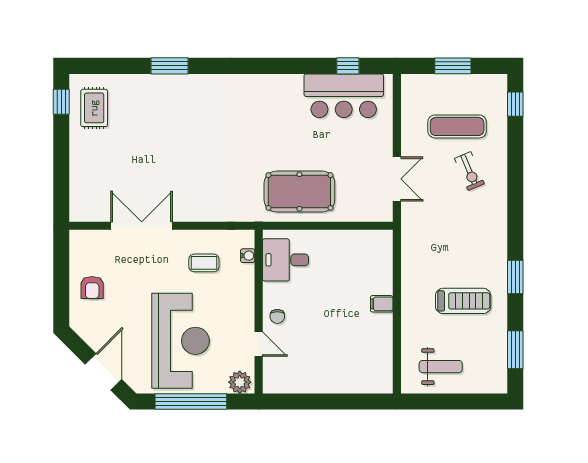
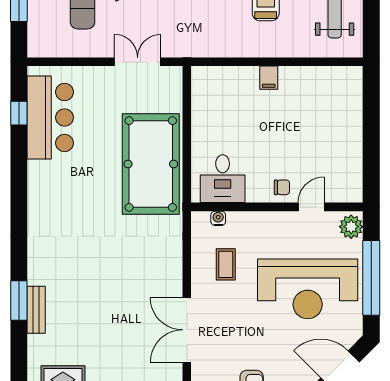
bench: (161, 82) -> (36, 310), added
pool table: (299, 192) -> (151, 164), width x1.36, depth x1.32
reception desk: (181, 341) -> (308, 289), turned 180

